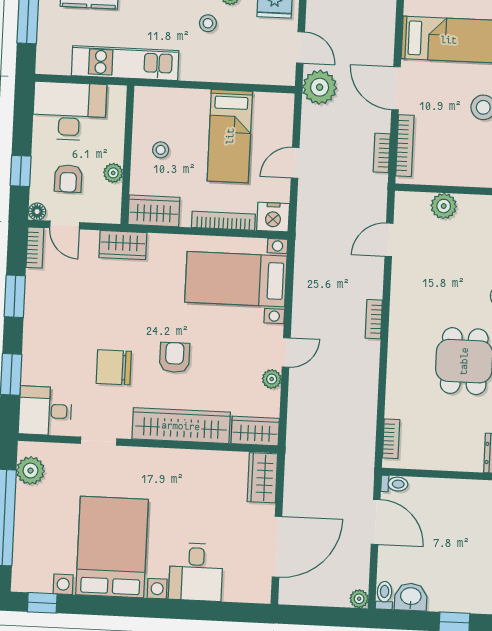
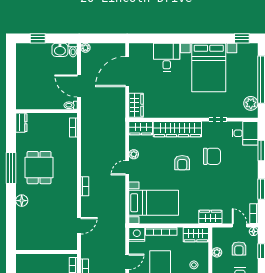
armchair: (68, 179) -> (239, 249), turned 180
plant: (444, 206) -> (53, 244), removed

